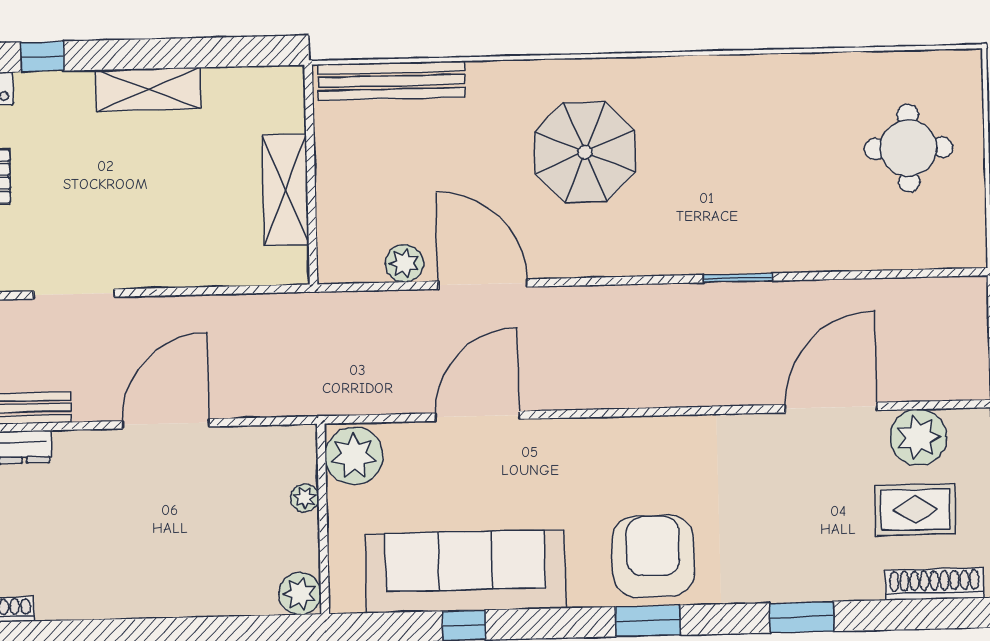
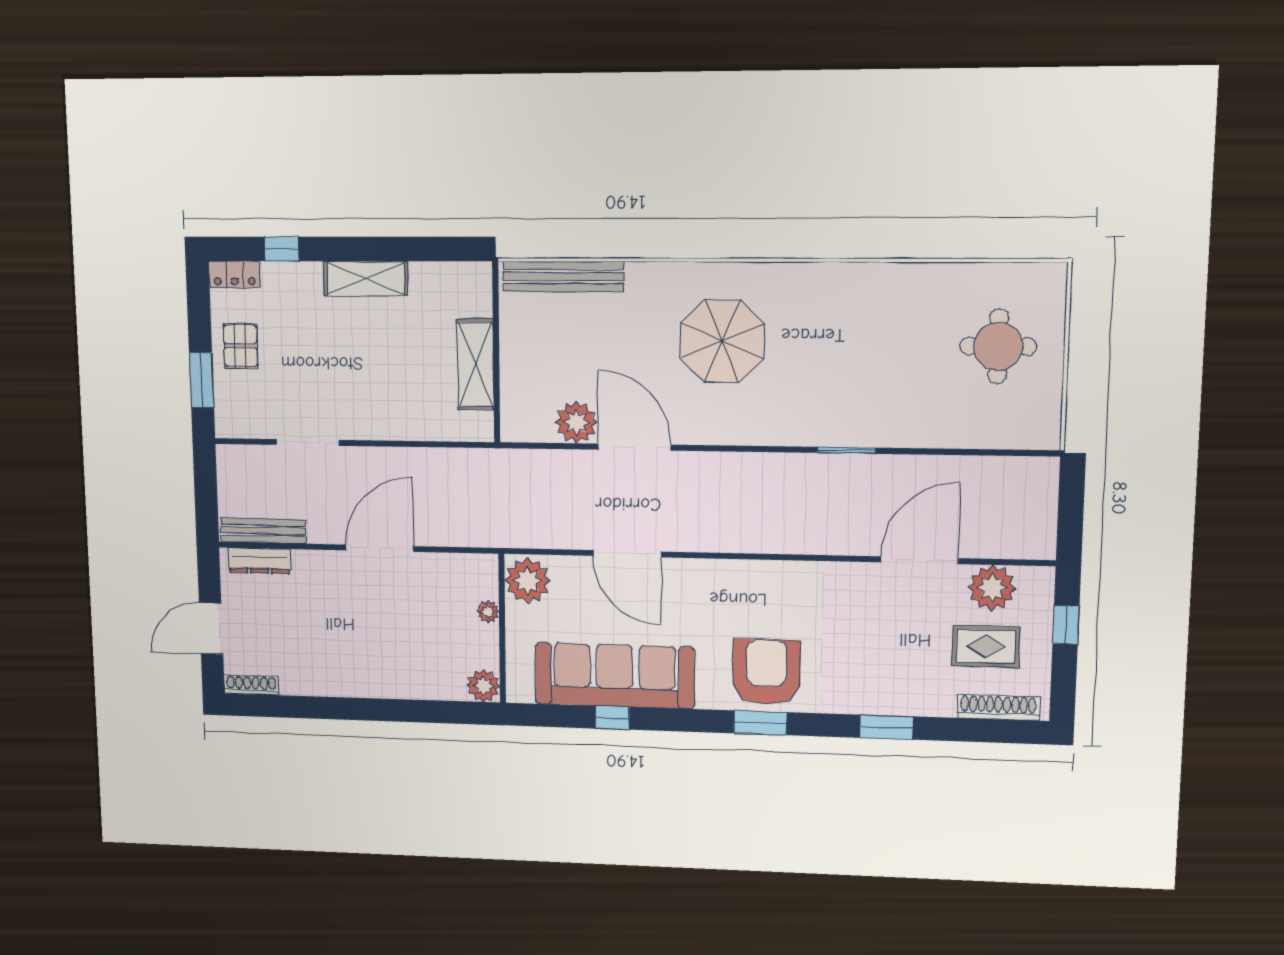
plant: (404, 263) -> (576, 422), width x1.36, depth x1.36
door: (477, 416) -> (627, 554), swing flipped

